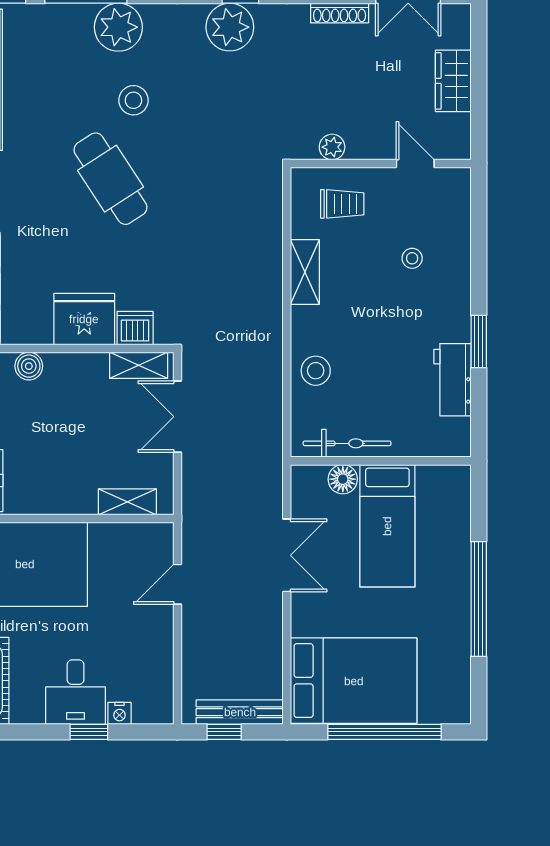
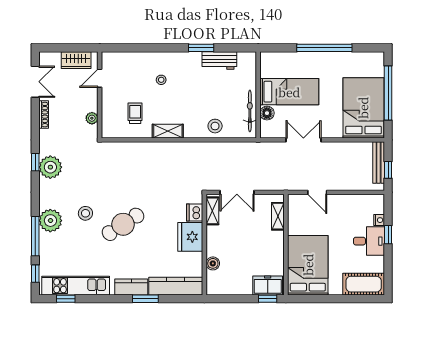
plant: (332, 147) -> (92, 118), moved
wall: (381, 163) -> (100, 95), moved
door: (415, 163) -> (100, 78), moved

